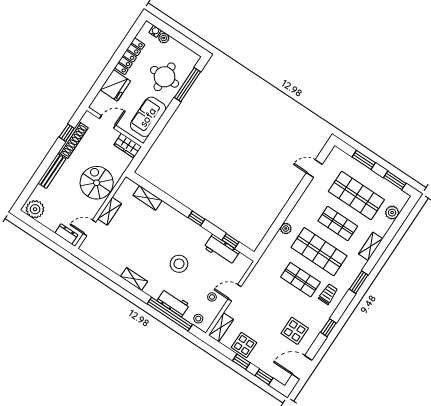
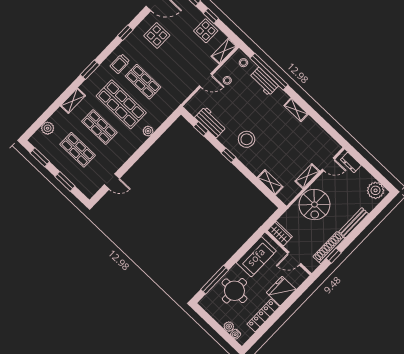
shop shelf: (356, 195) -> (78, 150), width x0.70, depth x0.74
stool: (179, 264) -> (247, 139), moved

